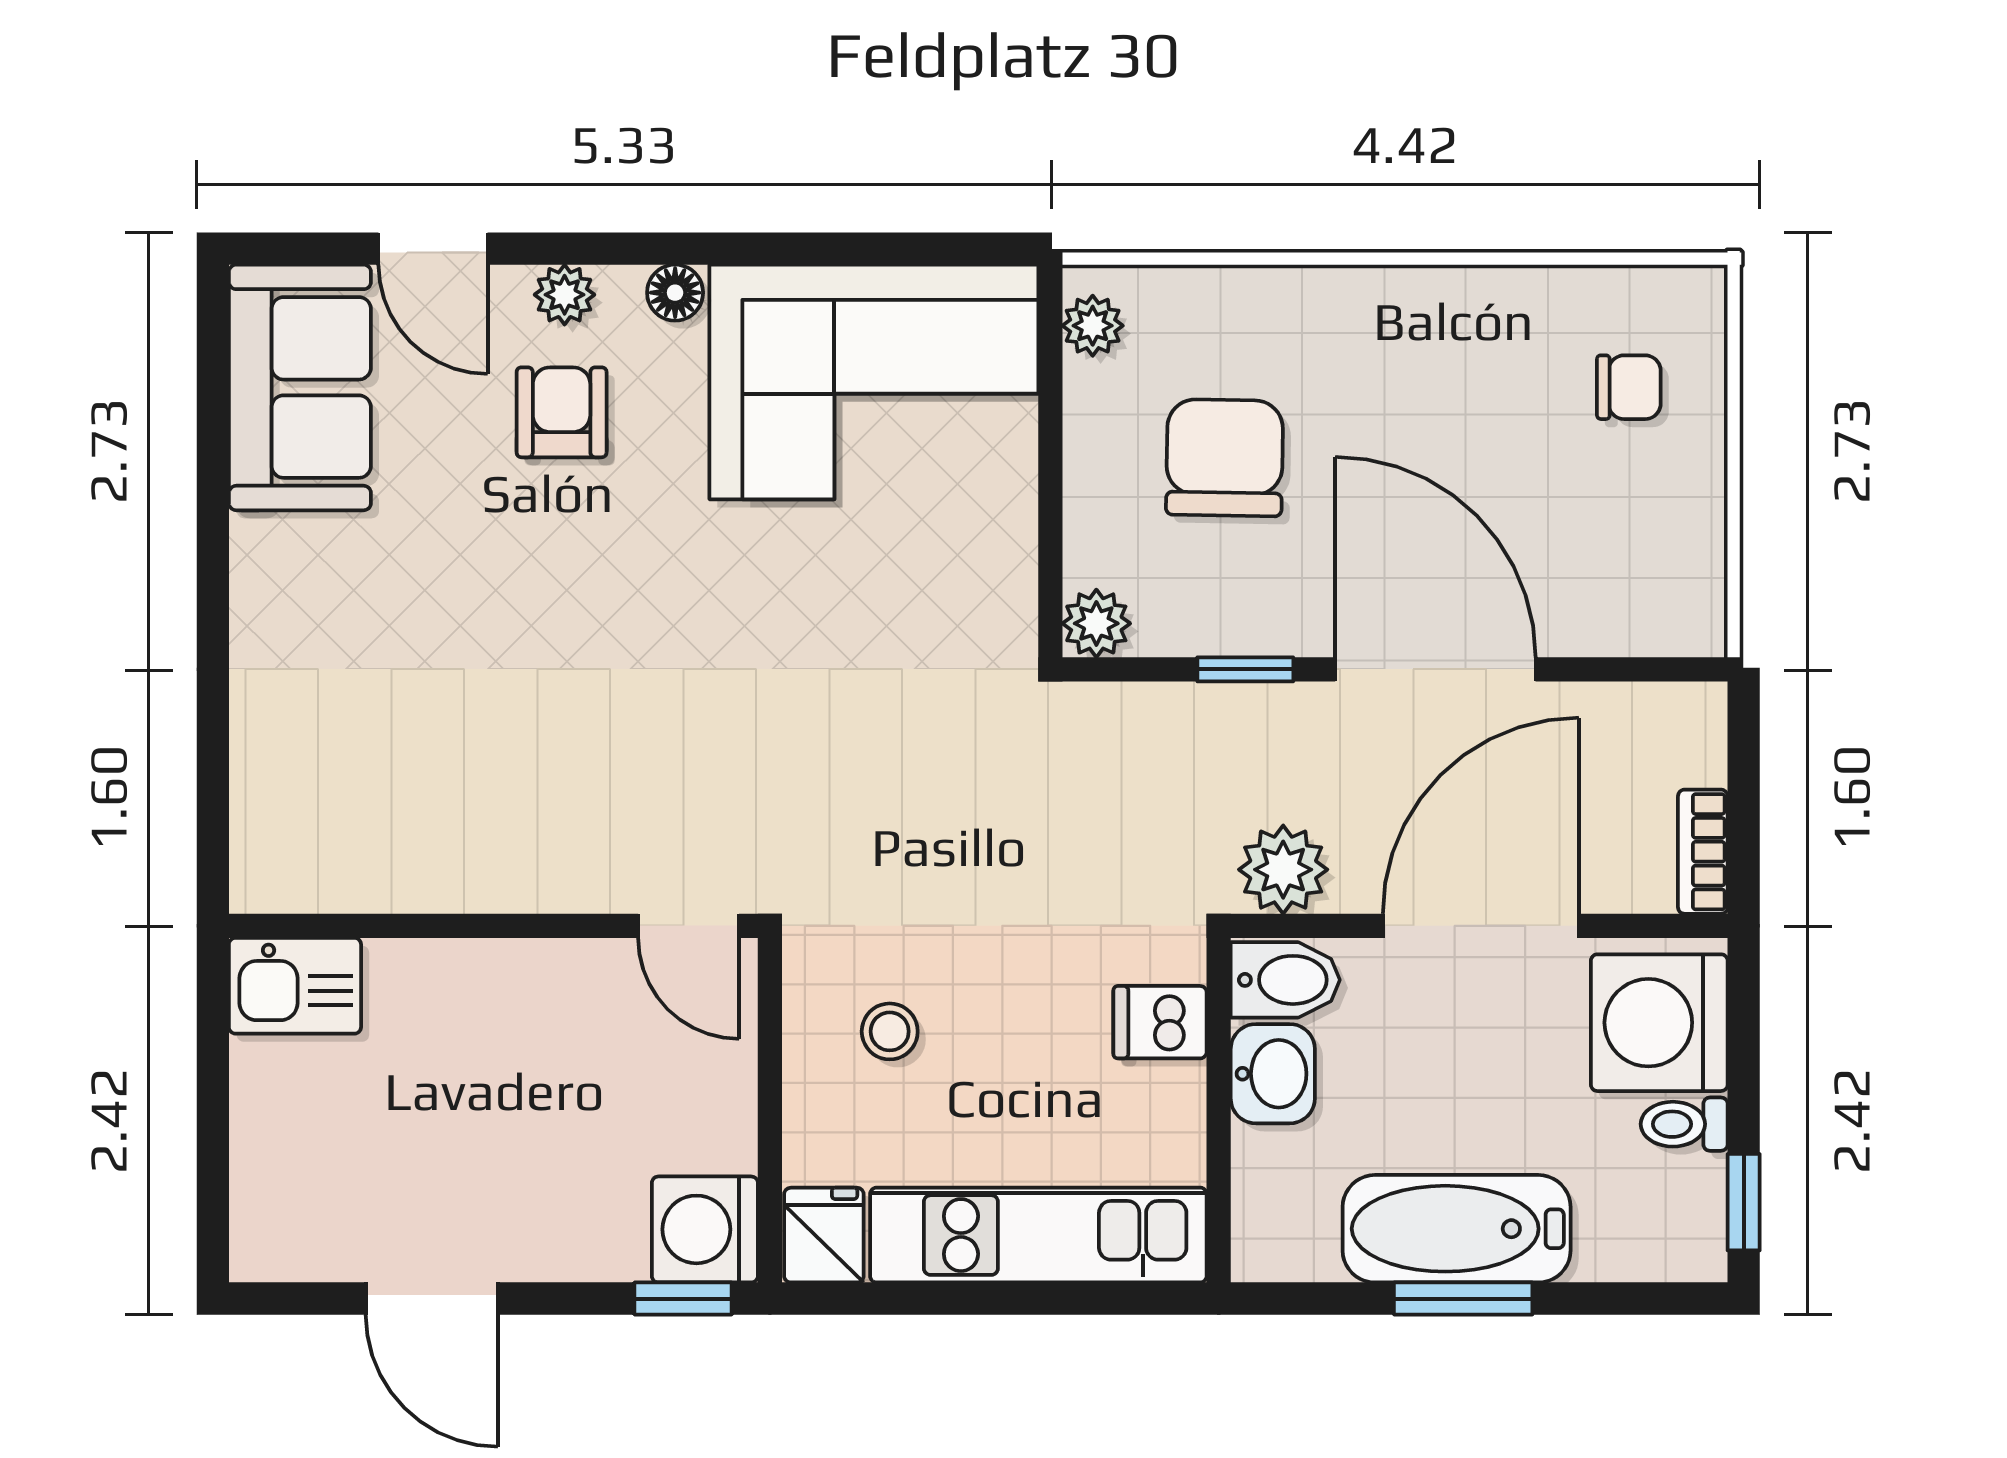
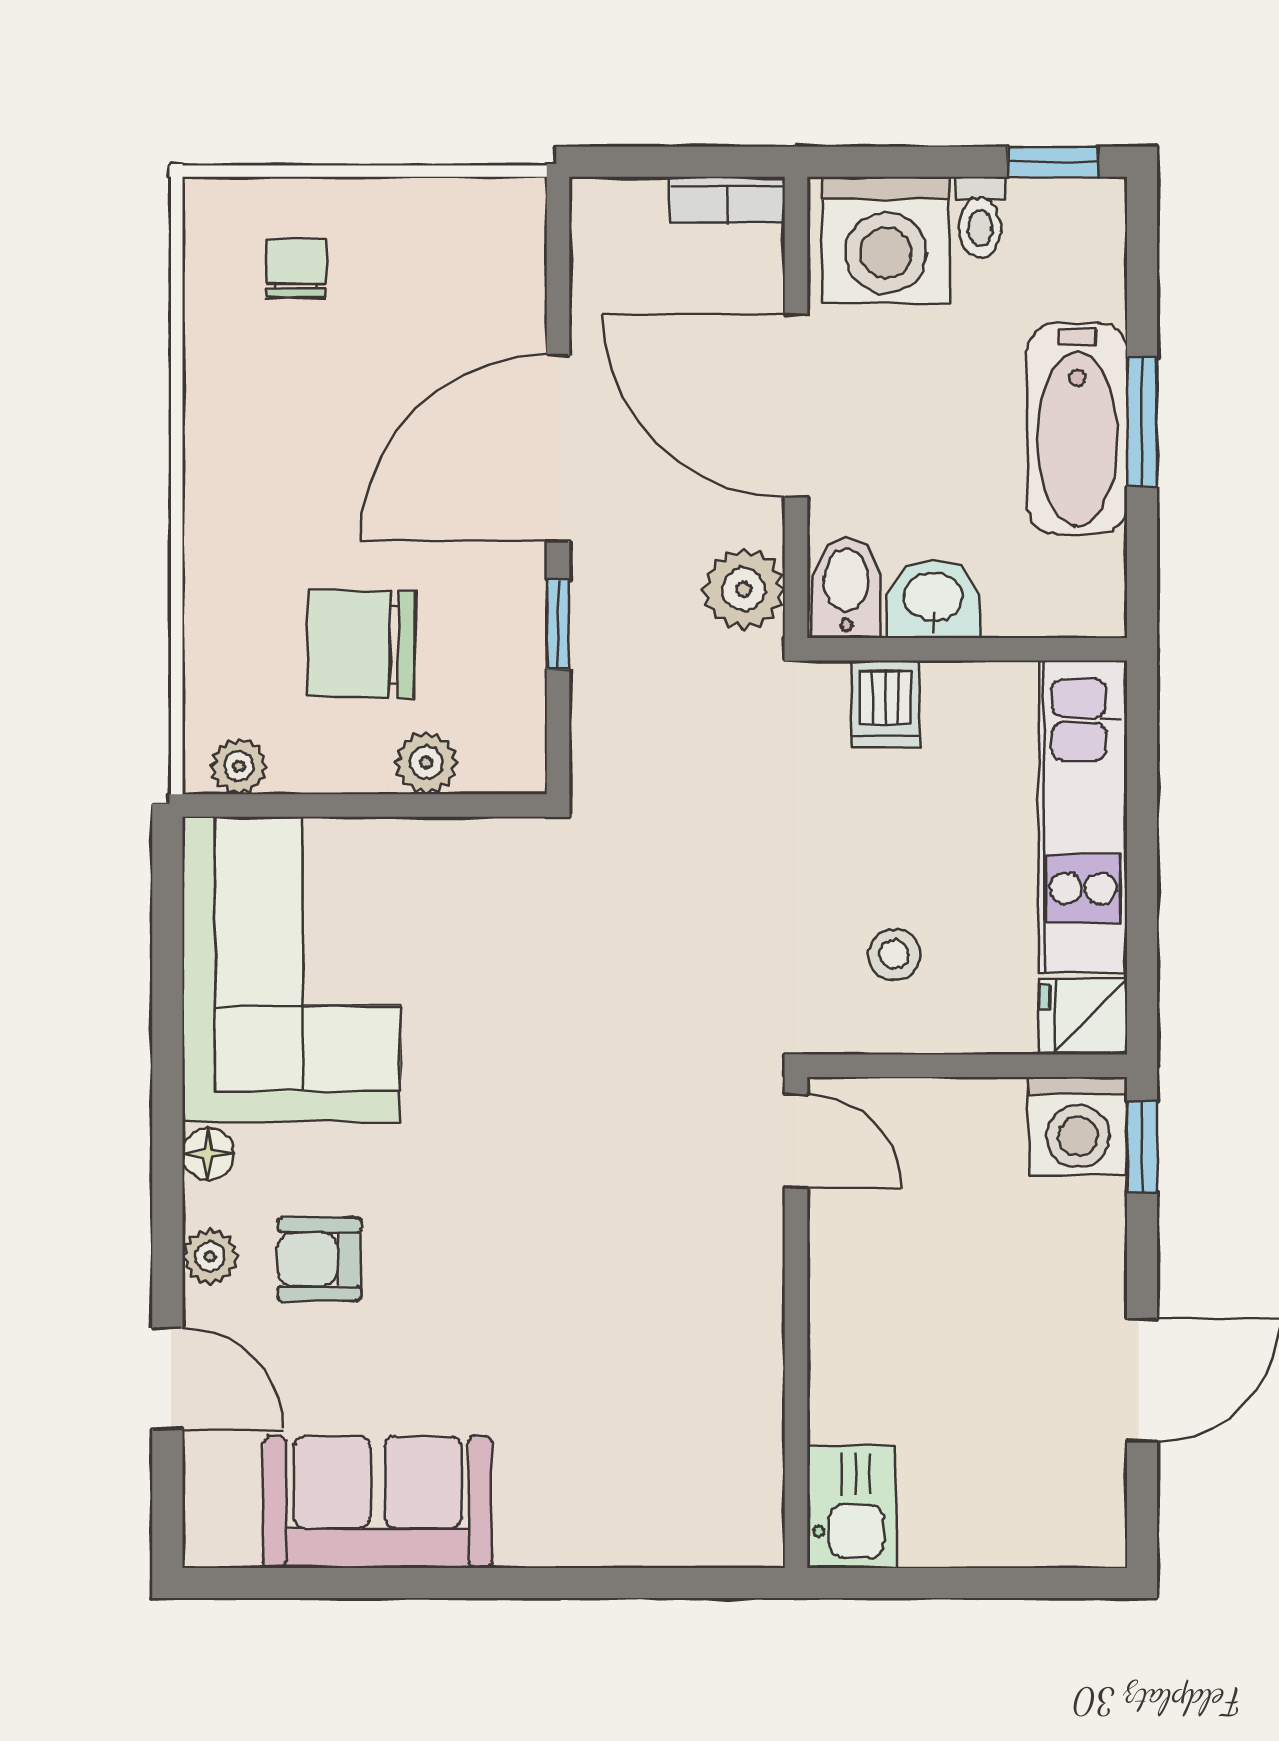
door: (433, 249) -> (167, 1379), hinge flipped
sofa: (300, 387) -> (378, 1502), moved
plant: (1096, 623) -> (426, 763), moved
door: (689, 926) -> (796, 1141), hinge flipped

